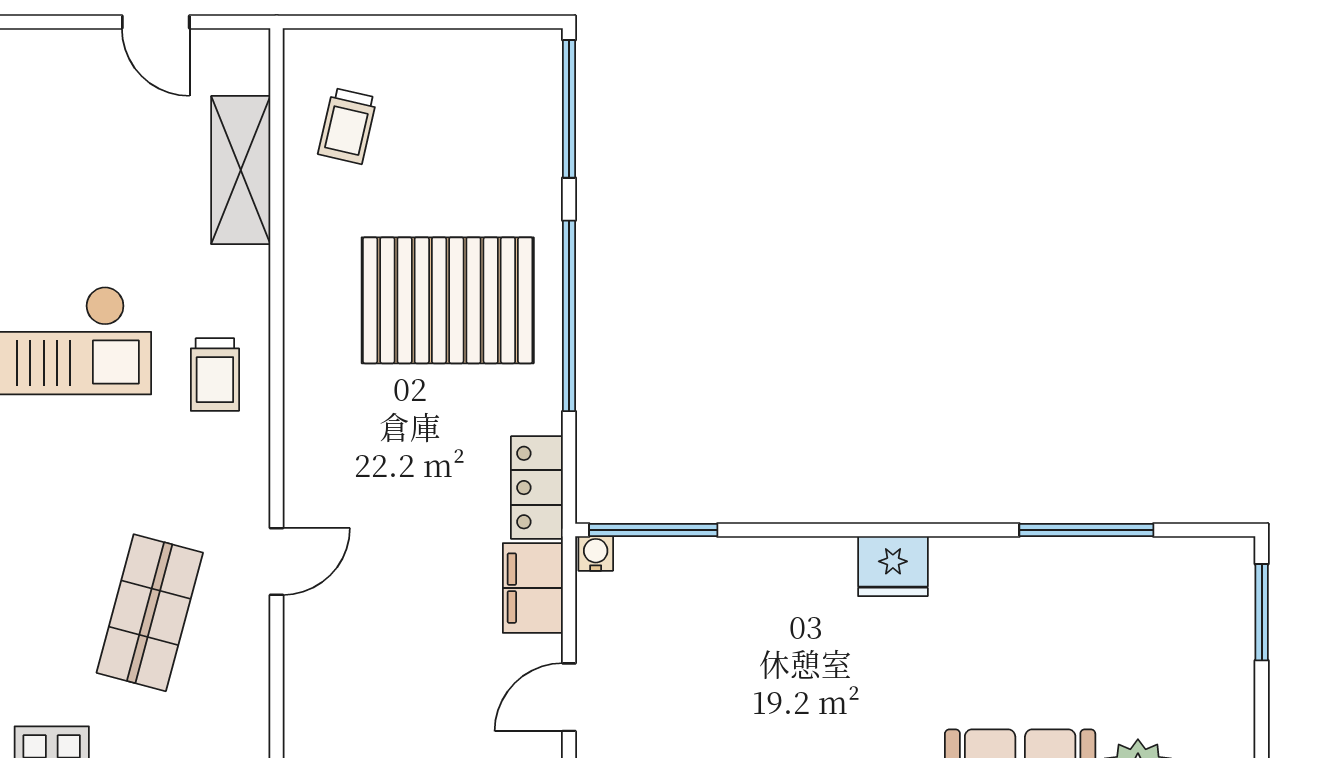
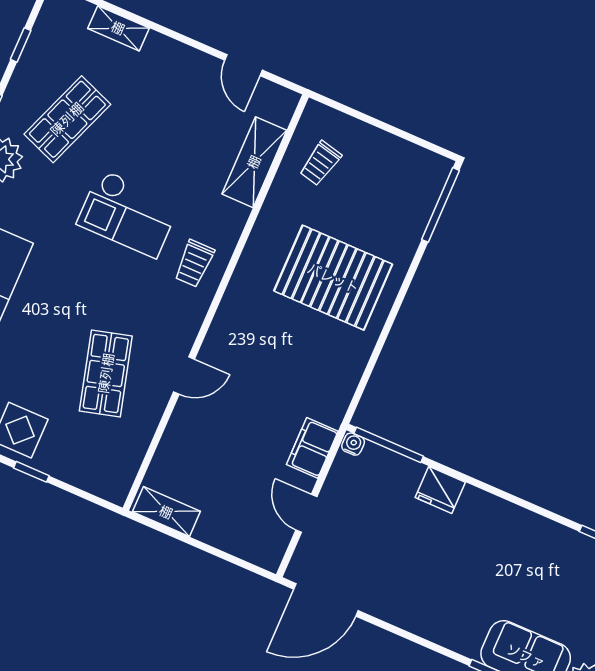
window: (569, 316) -> (393, 313), removed
locker: (537, 488) -> (337, 396), removed
fridge: (893, 566) -> (440, 490), moved
shop shelf: (150, 613) -> (106, 373), turned -30
door: (569, 697) -> (306, 513), hinge flipped

